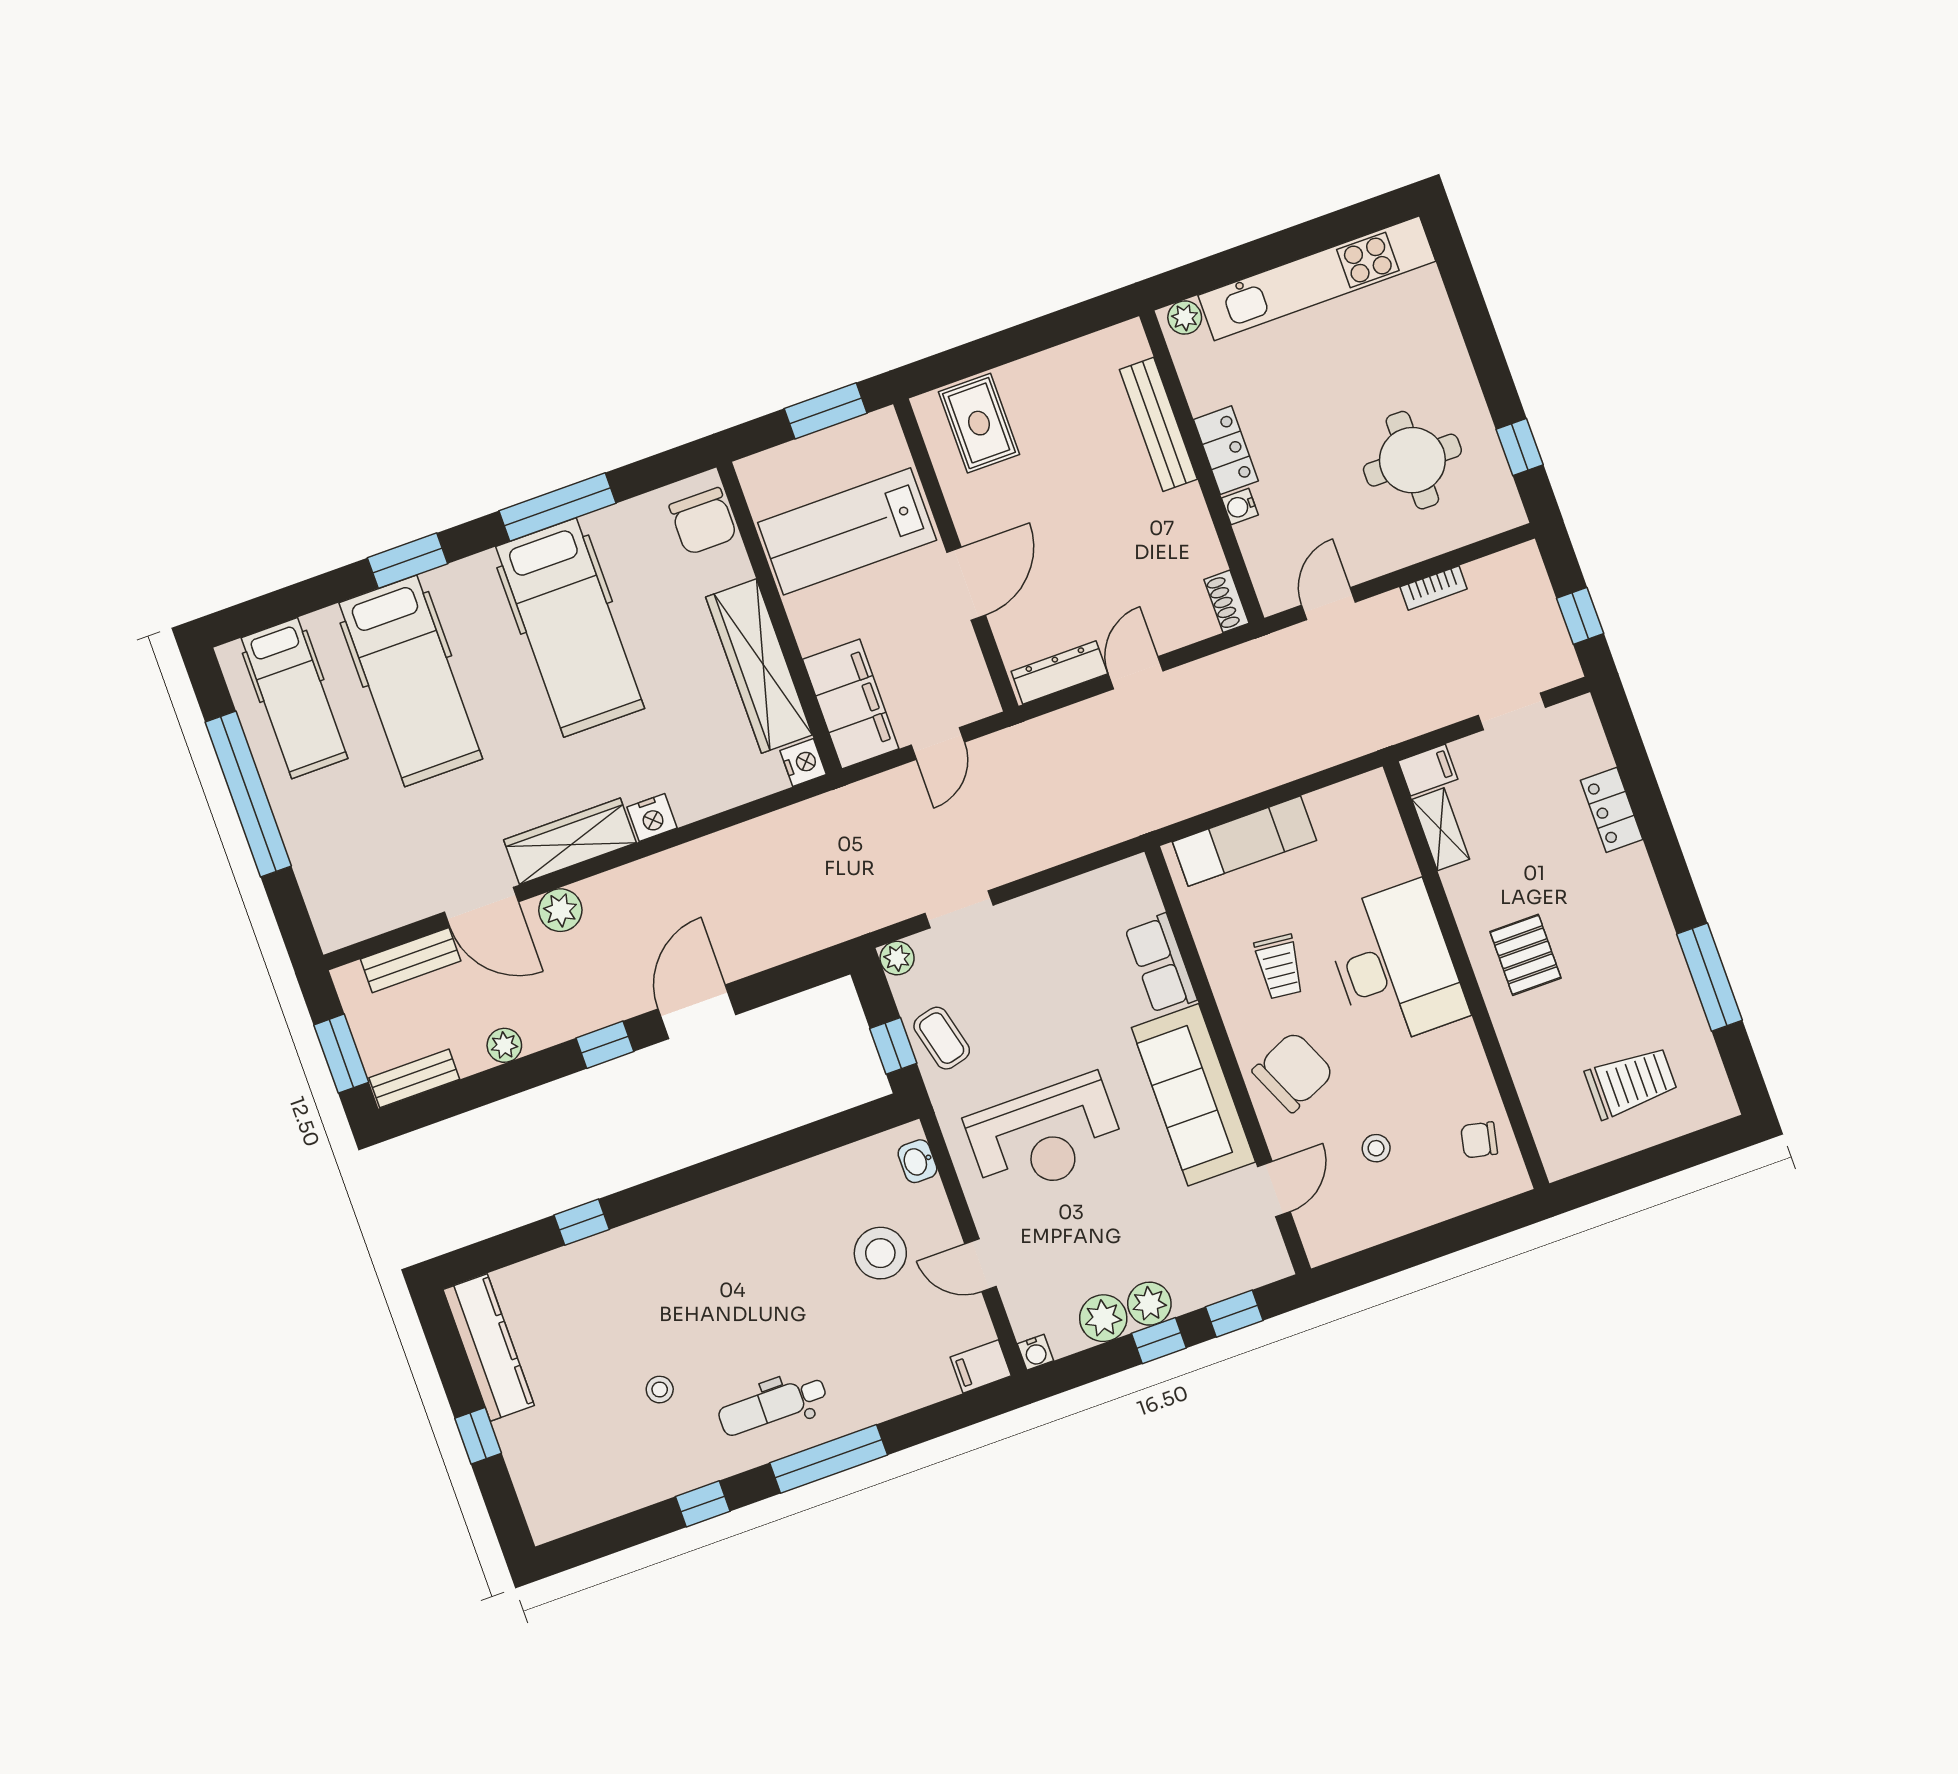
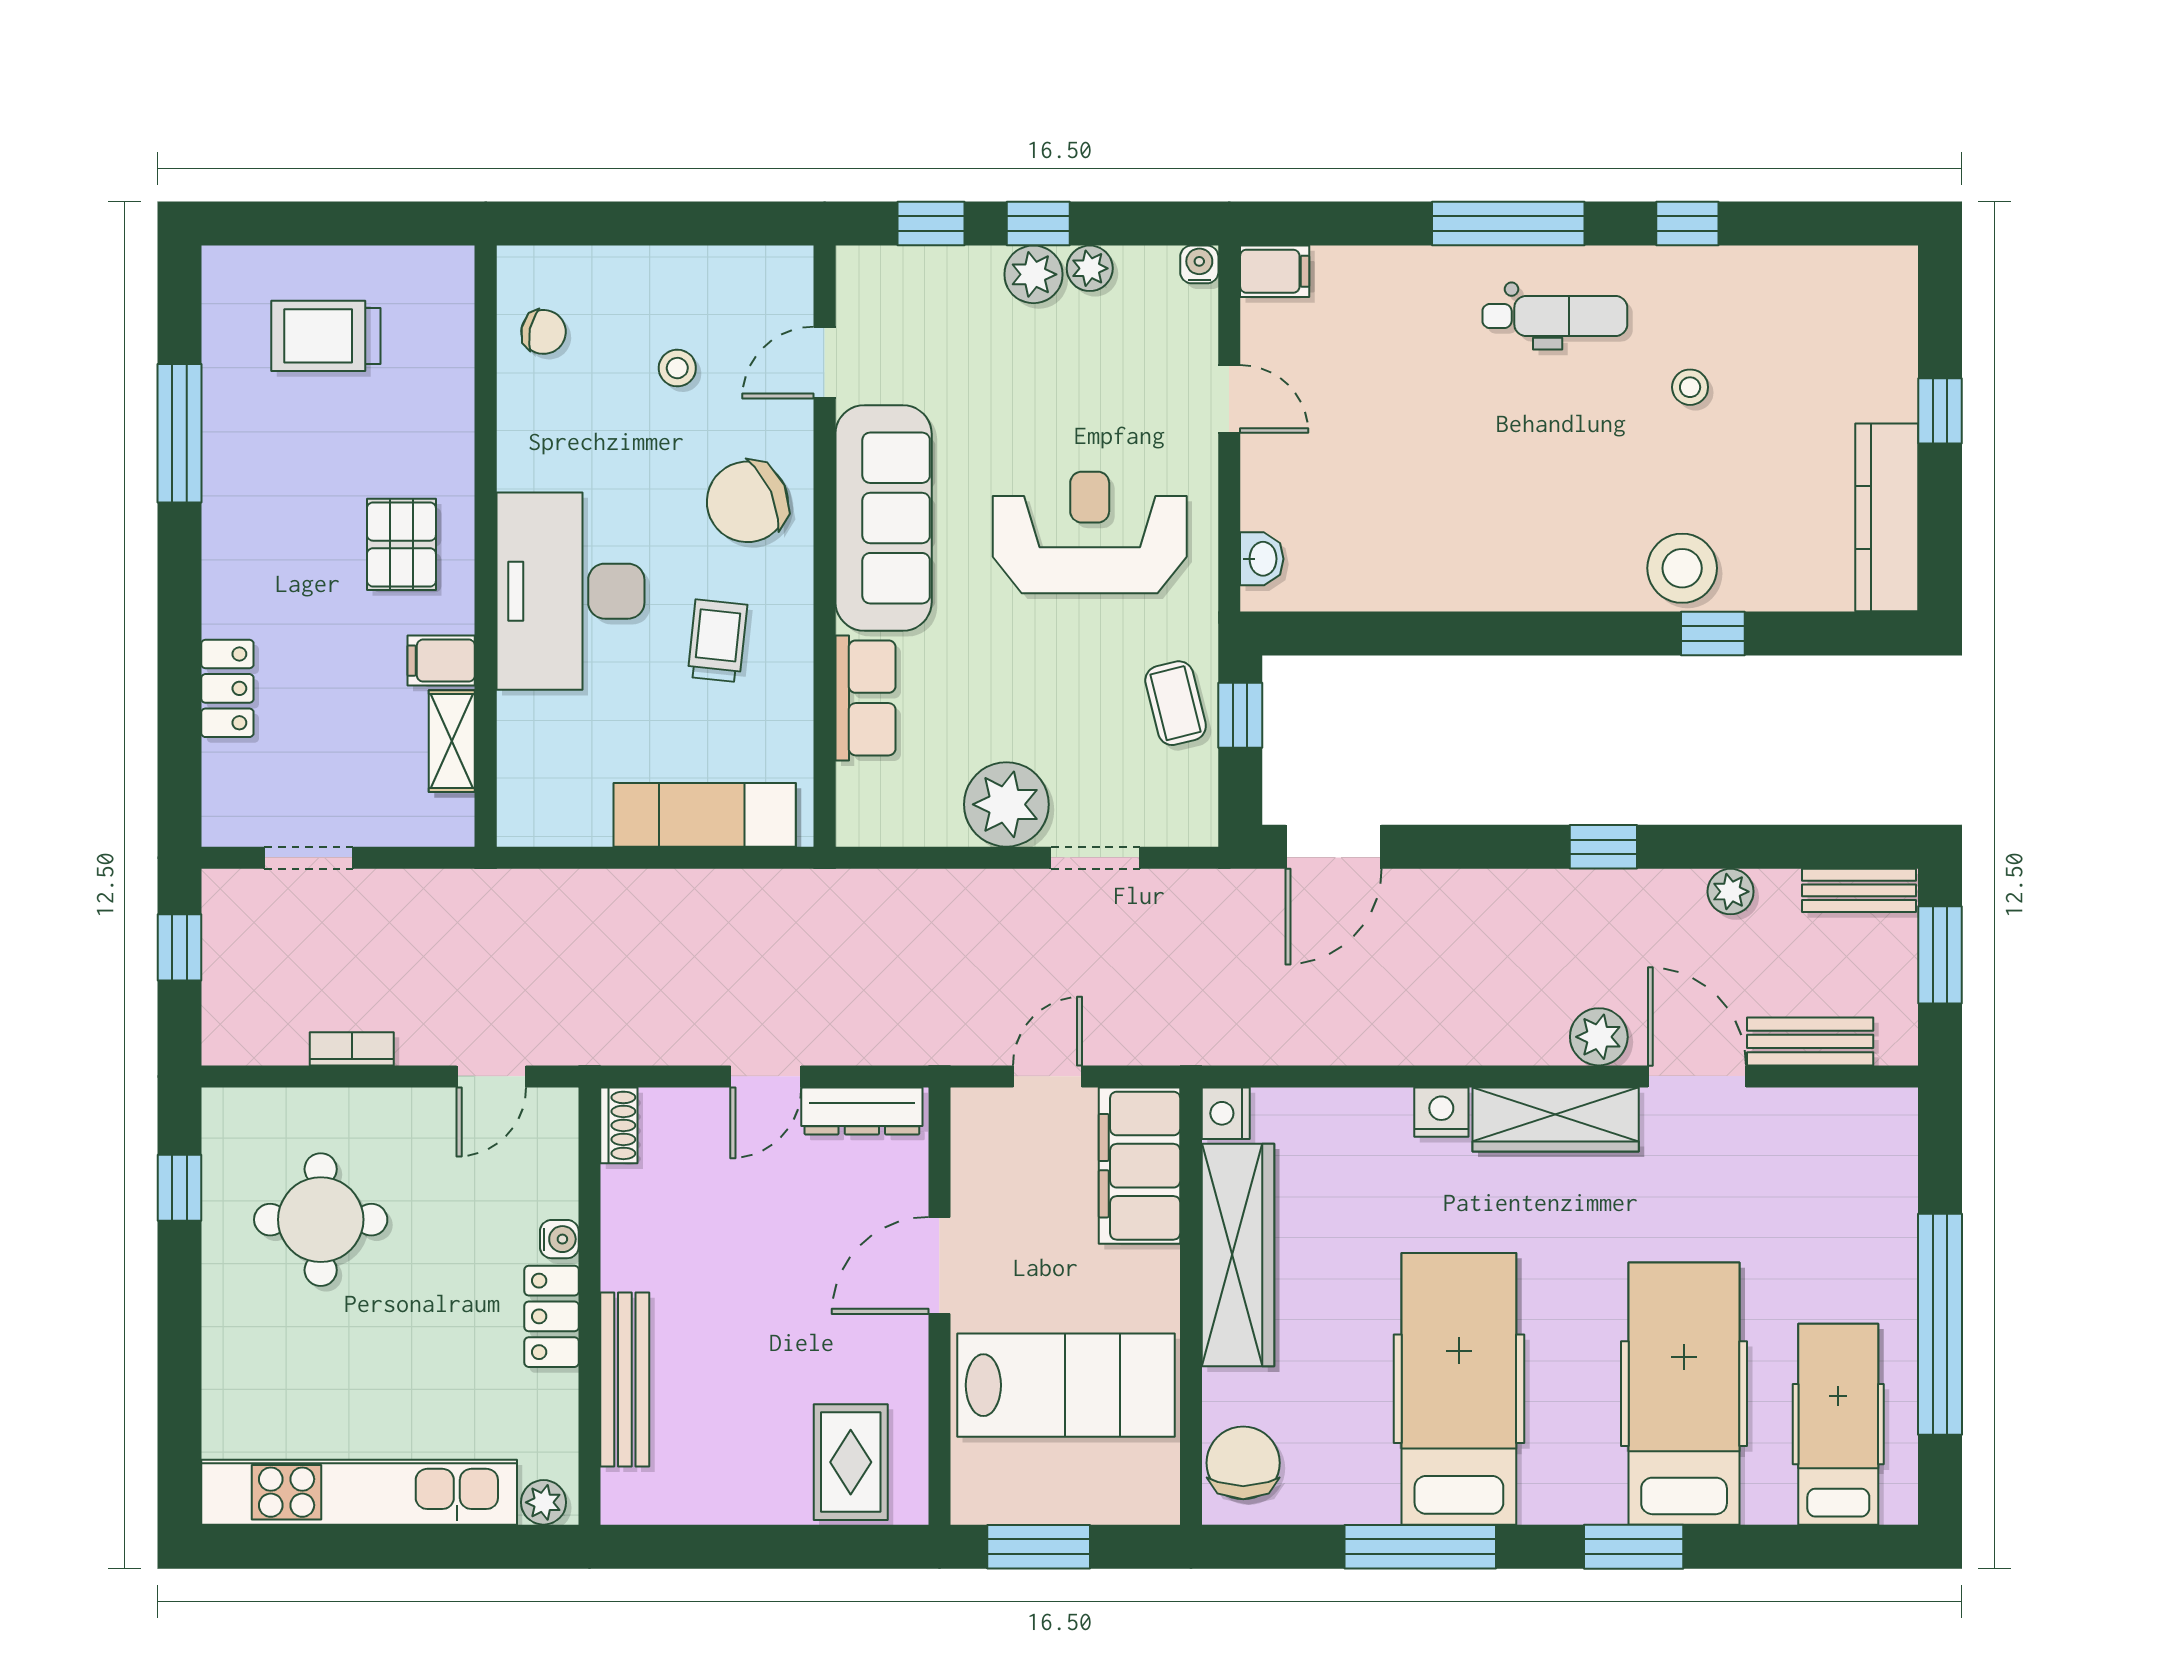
filing cabinet: (1428, 770) -> (441, 661), moved
plant: (897, 958) -> (1006, 804), moved, width x1.88, depth x1.88
door: (697, 1012) -> (1334, 847), moved
stool: (880, 1253) -> (1682, 568), moved
plant: (1103, 1318) -> (1090, 268), width x0.73, depth x0.73

